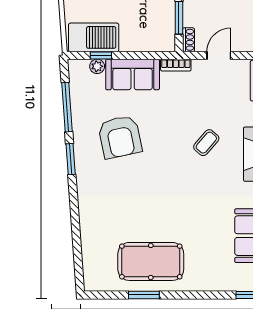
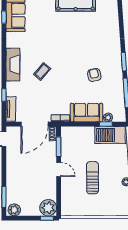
door: (219, 55) -> (35, 124), width x1.88
armchair: (120, 137) -> (94, 75), width x0.53, depth x0.53

